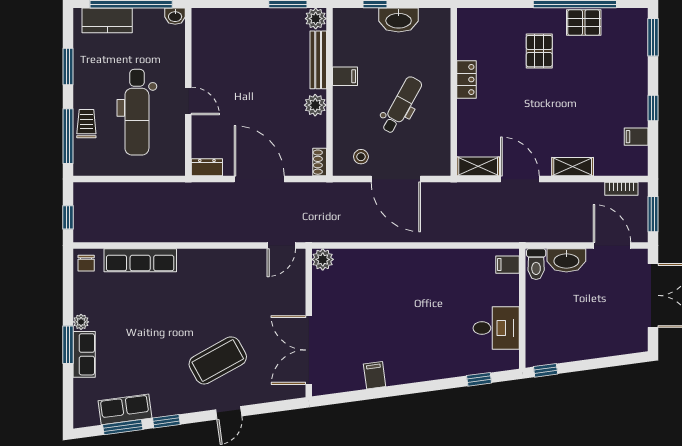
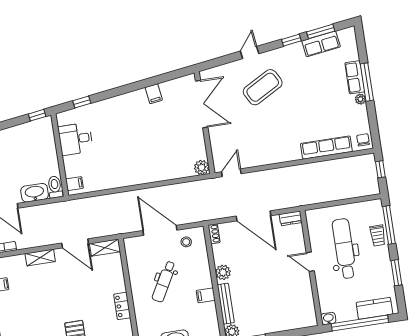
window: (68, 345) -> (367, 82), width x1.44

